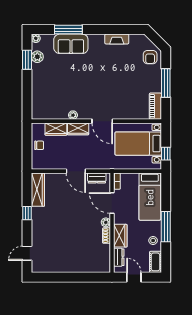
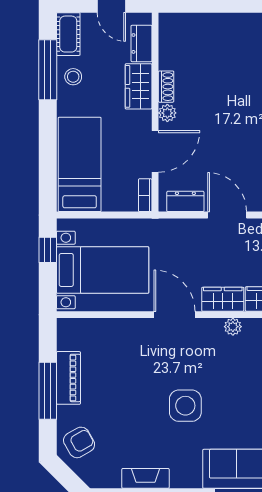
armchair: (150, 57) -> (79, 442), turned 60
side table: (97, 75) -> (185, 406), added
piano: (155, 106) -> (68, 378), moved
door: (112, 203) -> (155, 151), hinge flipped
window: (166, 227) -> (48, 70), moved

